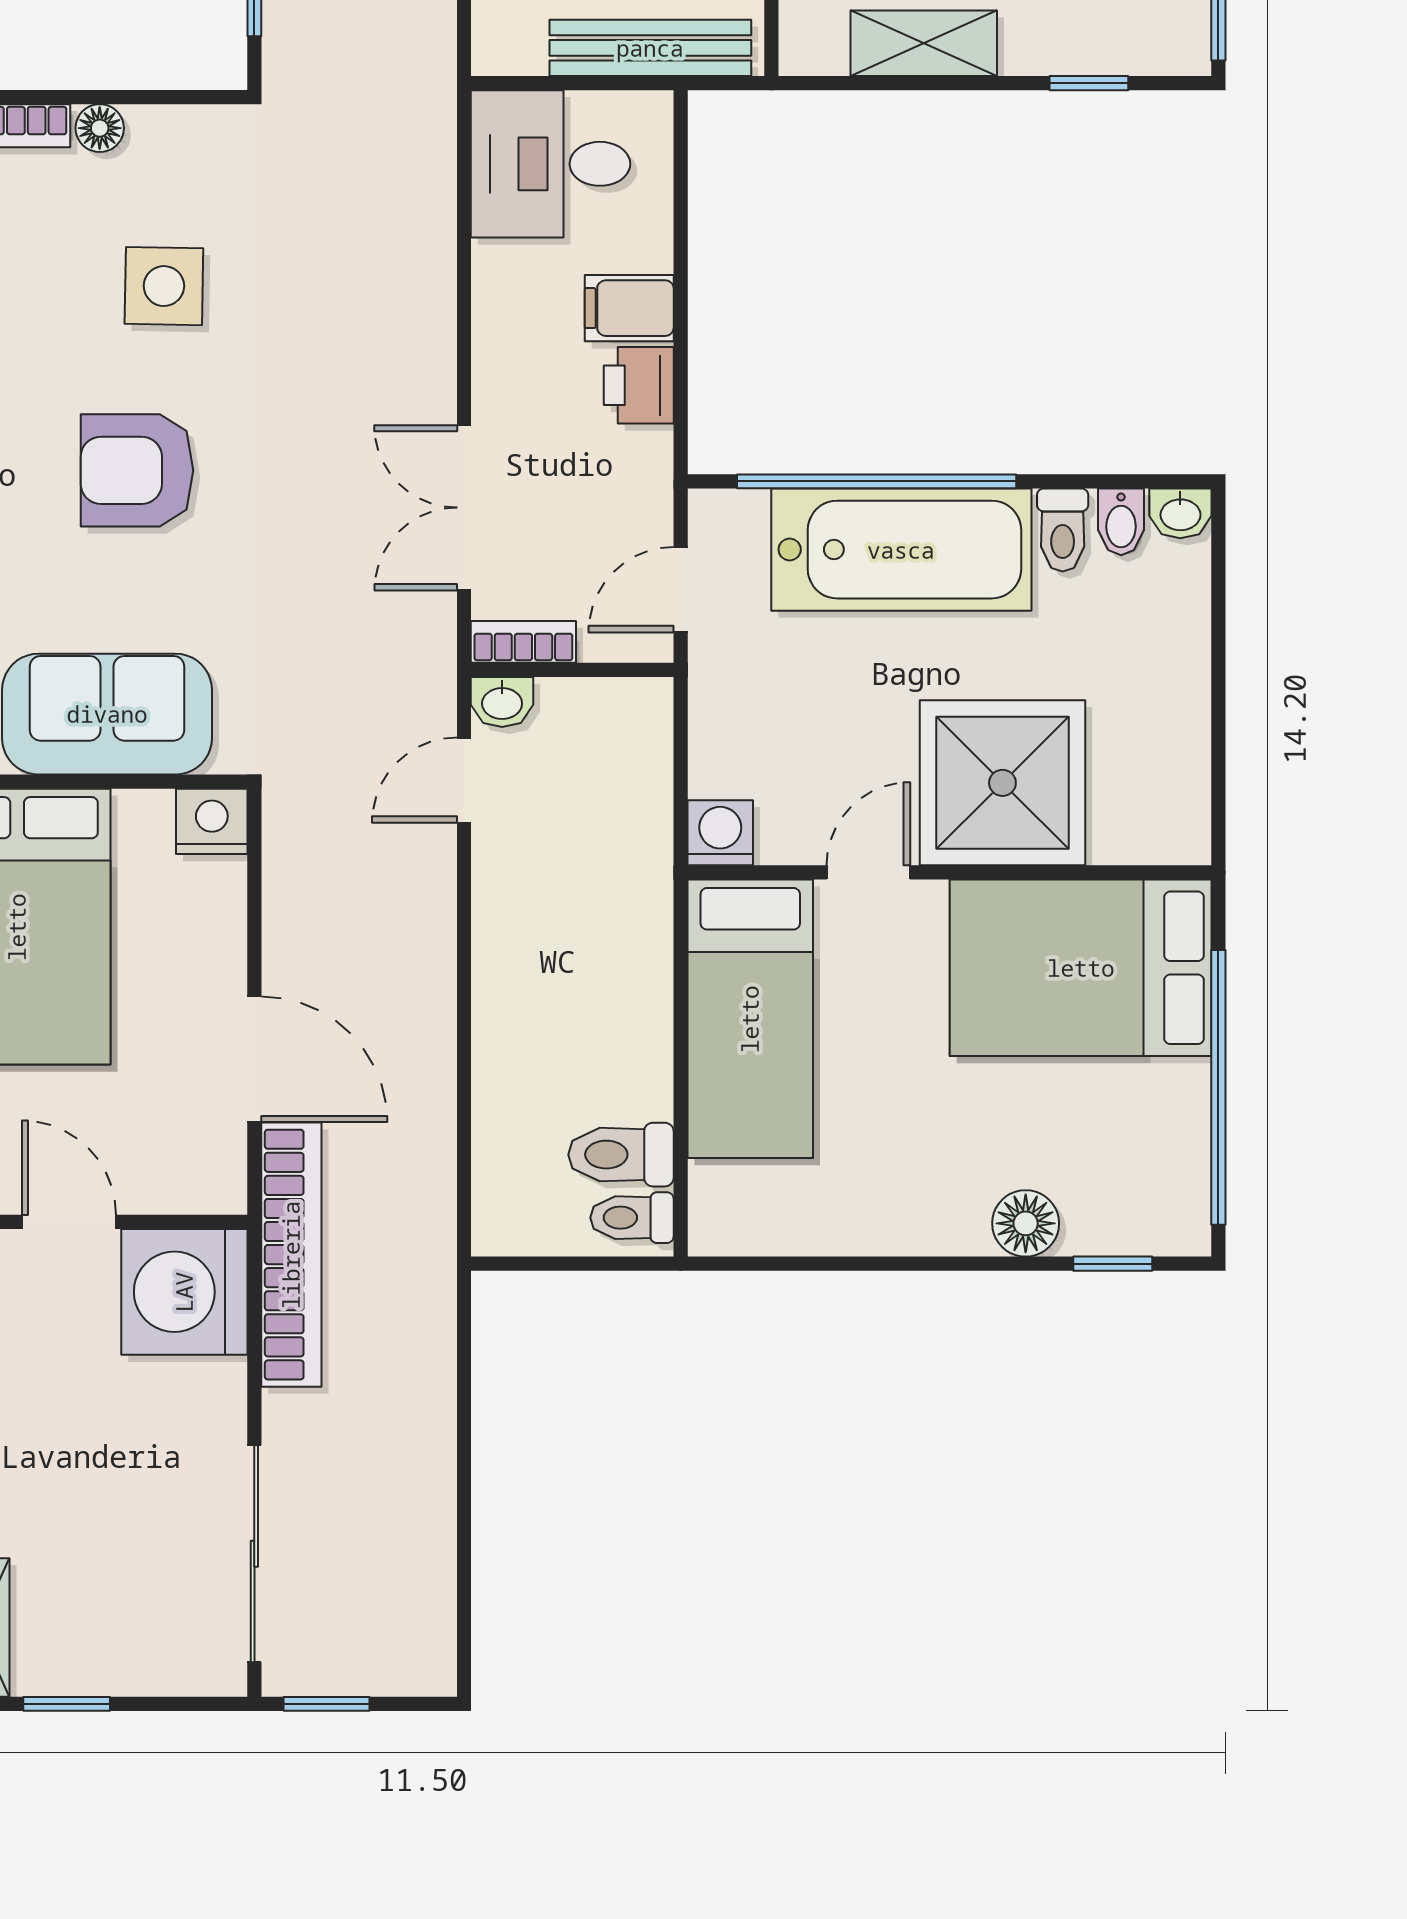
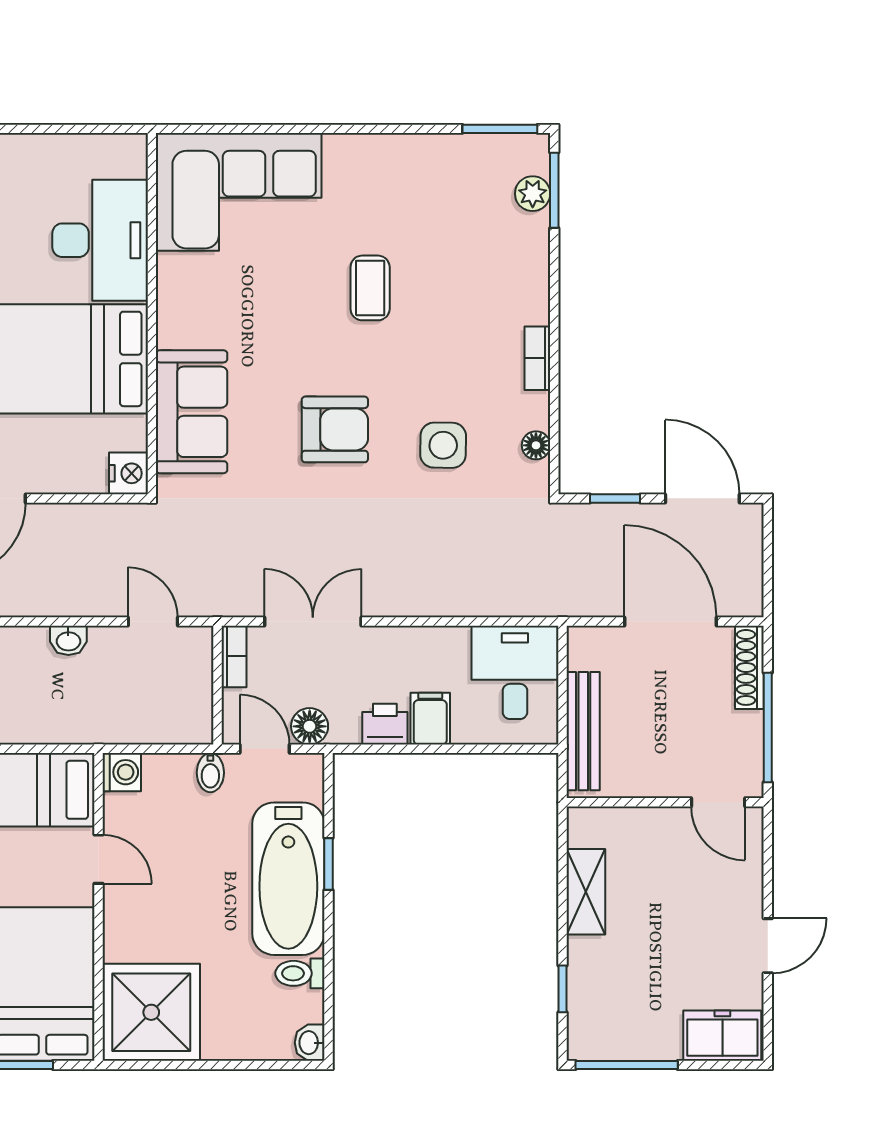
floor lamp: (100, 128) -> (536, 445), moved
armchair: (137, 470) -> (335, 429), turned 90
window: (877, 481) -> (328, 864), width x0.32
floor lamp: (642, 513) -> (310, 726), added
bidet: (1121, 522) -> (210, 773), moved, turned -90
washbasin: (502, 702) -> (68, 640), moved, turned -90
shower: (1002, 783) -> (151, 1012), moved

